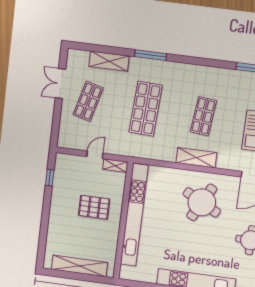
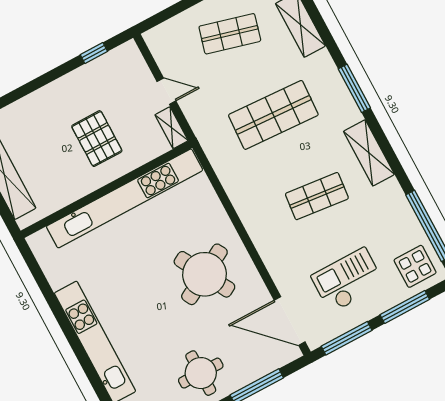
window: (151, 55) -> (354, 88), moved
shelving: (196, 158) -> (369, 153), moved
round table: (202, 202) -> (204, 274), turned 33

